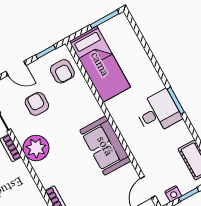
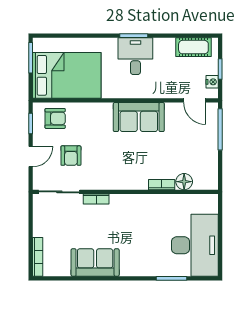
bed: (100, 64) -> (67, 75), width x1.50
armchair: (37, 104) -> (71, 156), turned -90
plant: (36, 148) -> (108, 177), removed

